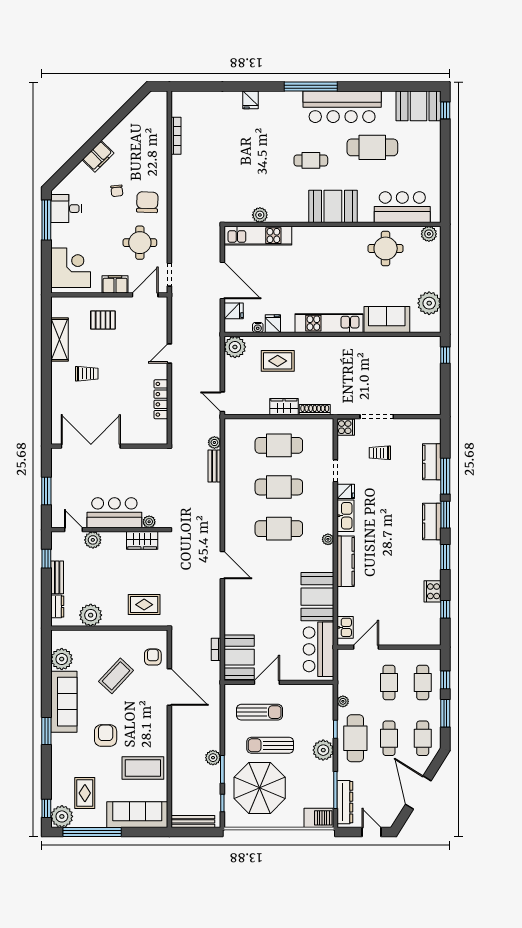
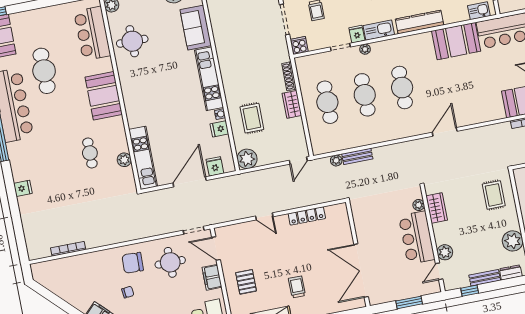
cafe table: (311, 160) -> (90, 153), moved
water cooler: (258, 327) -> (220, 114), moved
plant: (328, 539) -> (365, 49), moved

